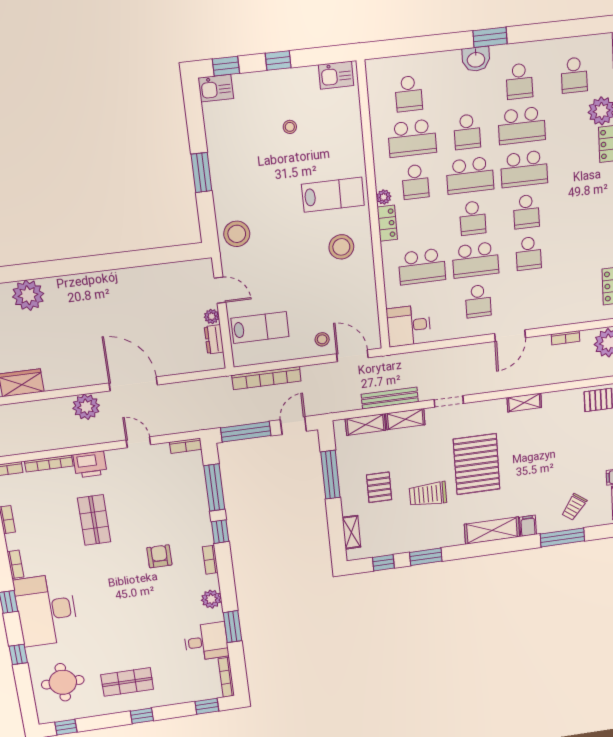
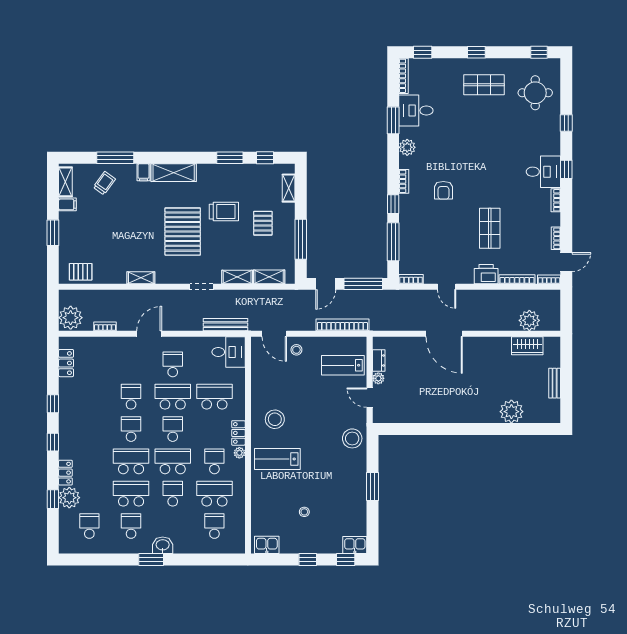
bench: (390, 398) -> (225, 325), moved
plant: (86, 407) -> (529, 320), moved
desk: (46, 610) -> (543, 172), width x0.53, depth x0.77

